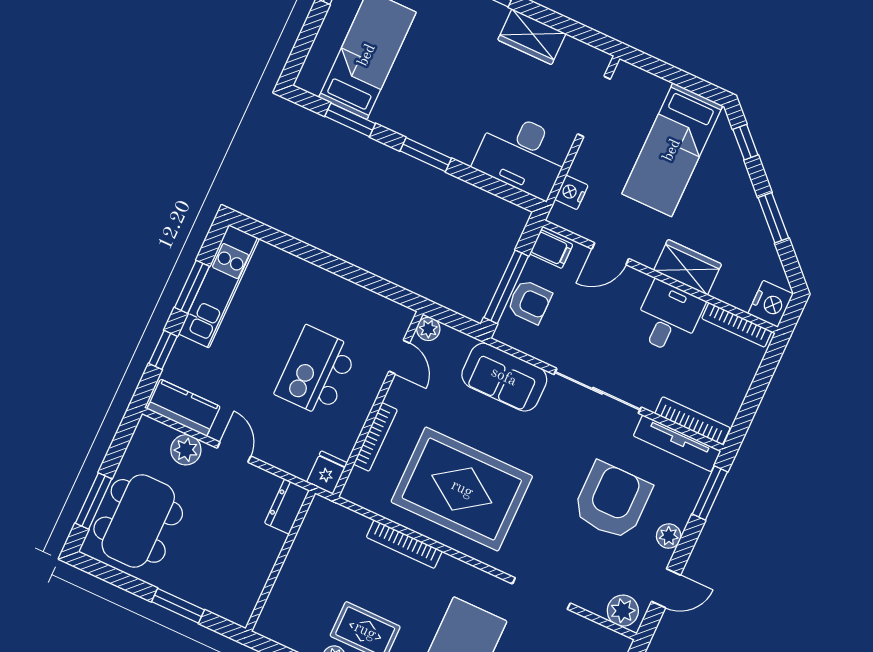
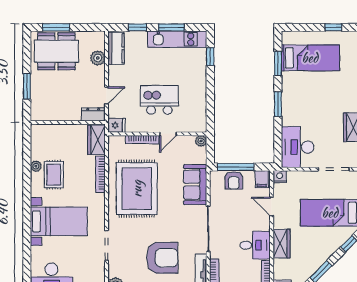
nightstand: (571, 192) -> (280, 177), moved
window: (280, 240) -> (210, 57), added
door: (399, 357) -> (168, 134), moved
door: (234, 452) -> (107, 95), moved
wardrobe: (337, 522) -> (97, 140), added

